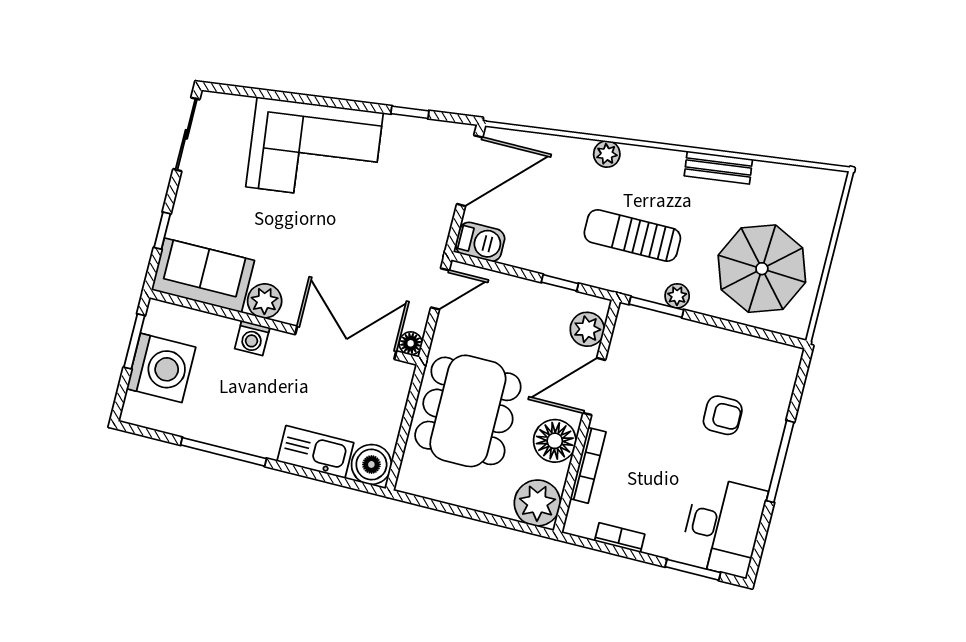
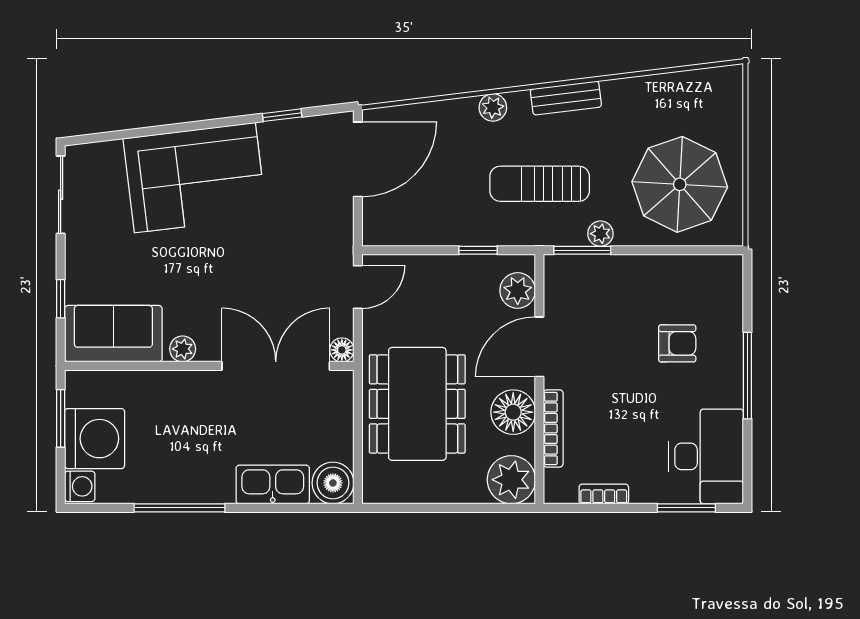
bench: (718, 168) -> (566, 98), moved
barbecue: (480, 242) -> (387, 229), removed
plant: (265, 301) -> (183, 349), width x0.73, depth x0.73
washing machine: (252, 338) -> (80, 486), moved, turned -90

